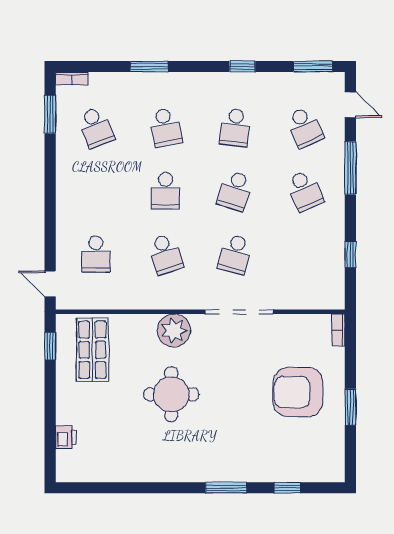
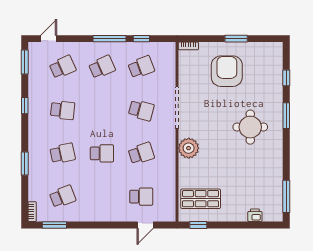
window: (350, 168) -> (110, 39), moved
school desk: (235, 191) -> (141, 67), moved, turned -39
door: (50, 284) -> (145, 225), moved
armchair: (298, 392) -> (227, 71), turned 180
round table: (171, 394) -> (250, 127), moved
window: (96, 488) -> (286, 196), added

